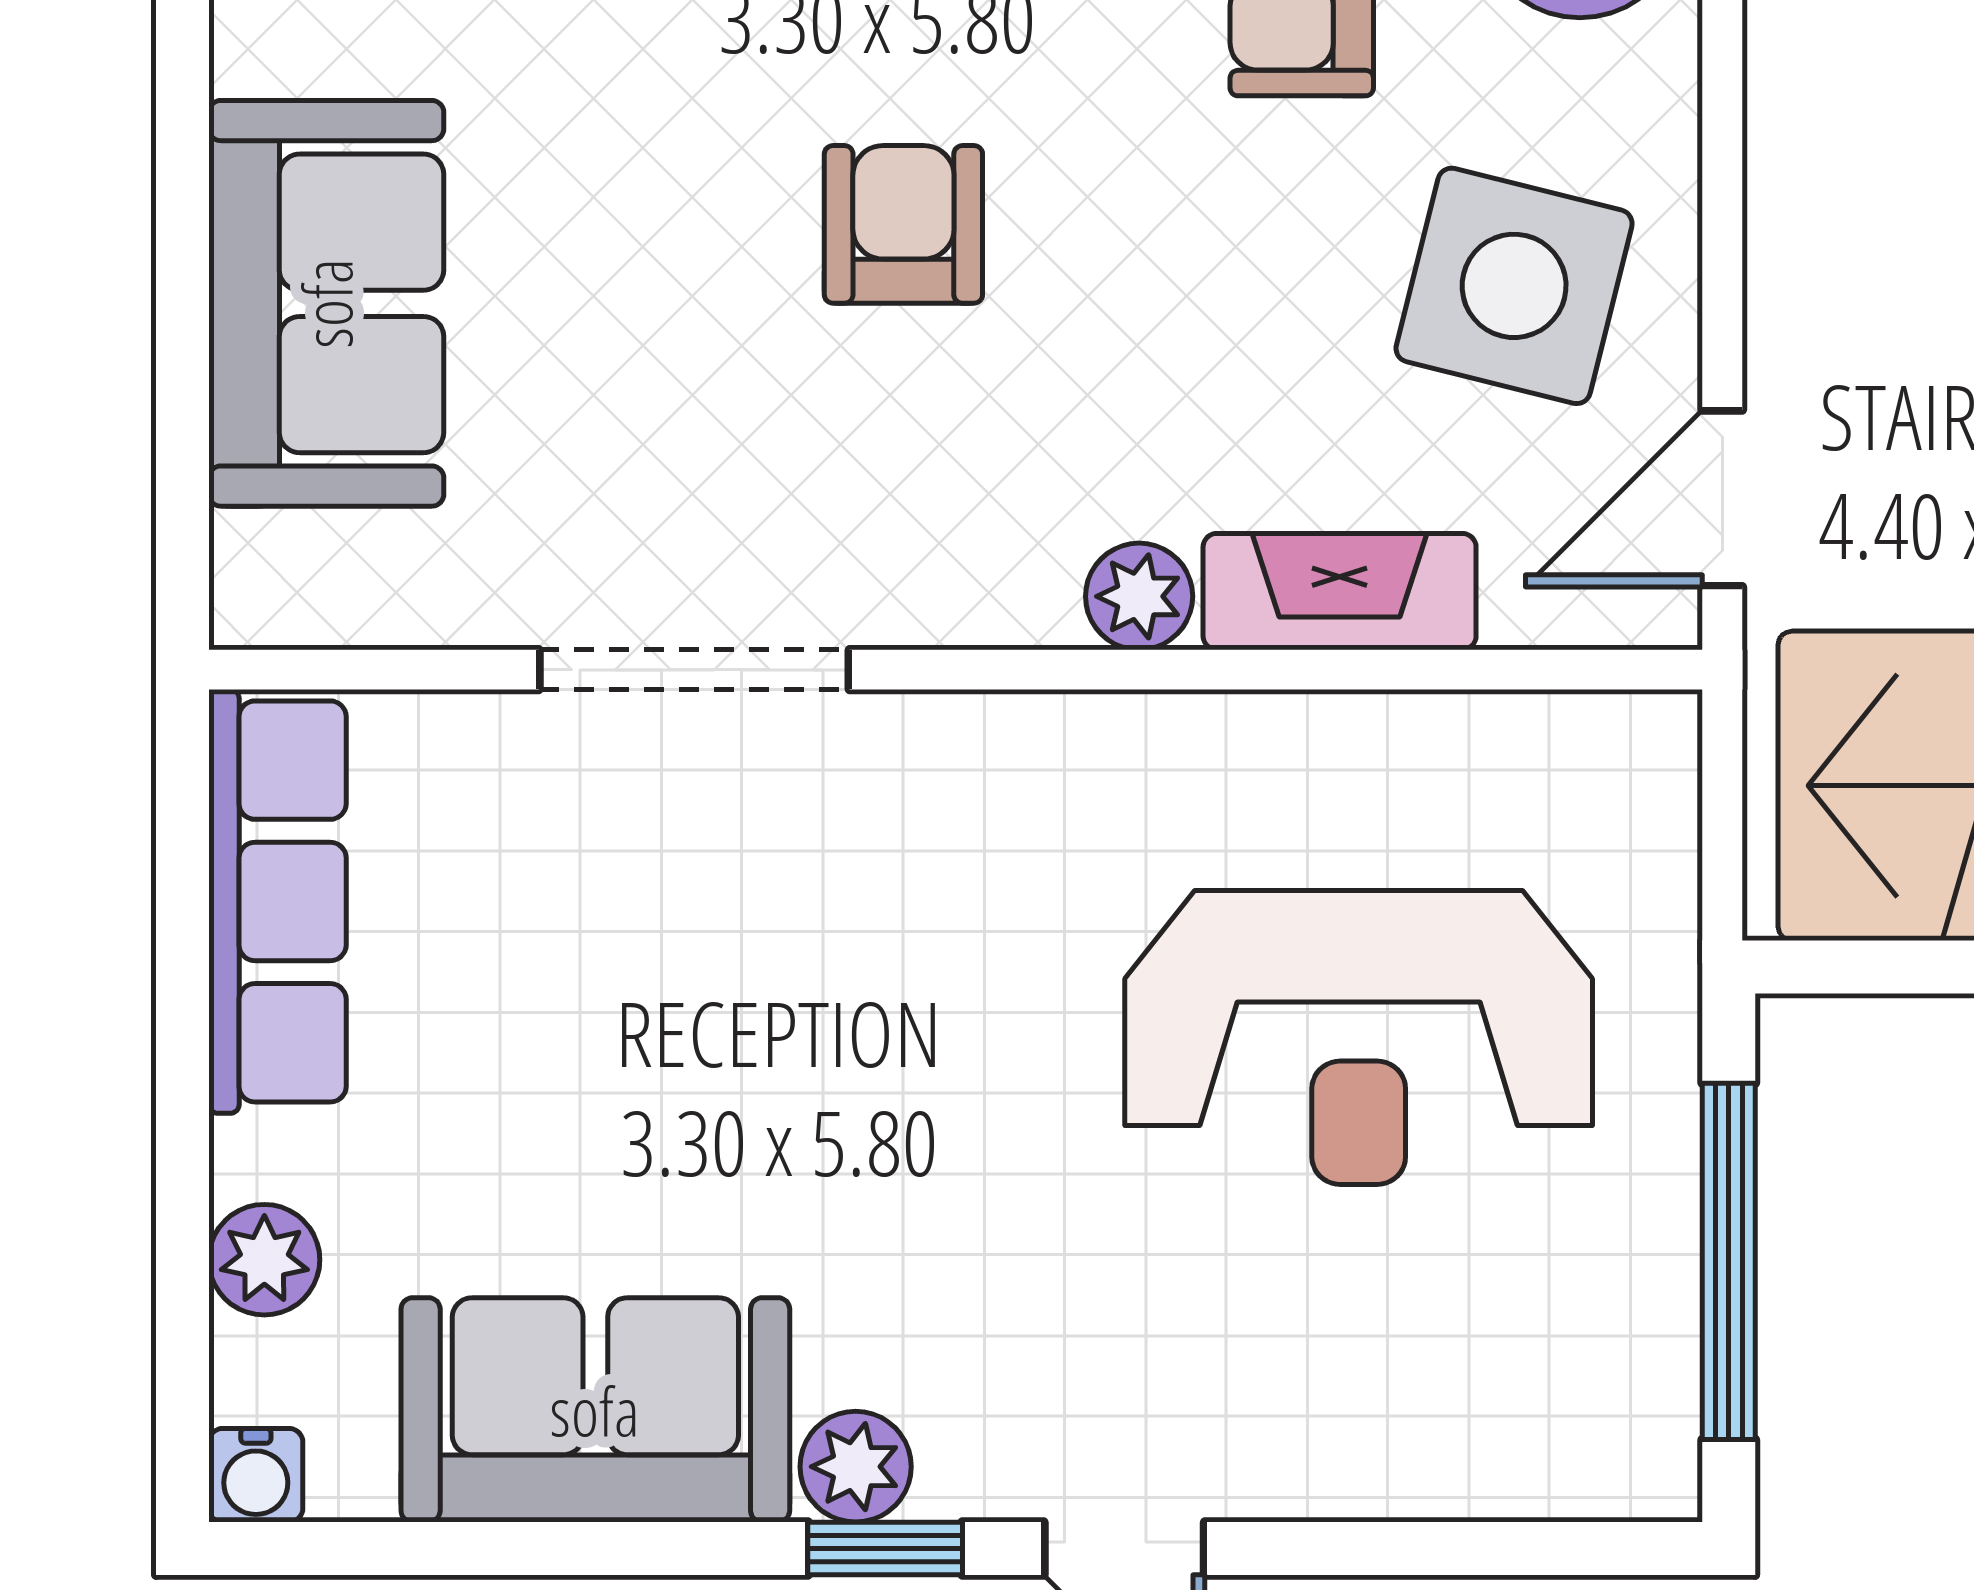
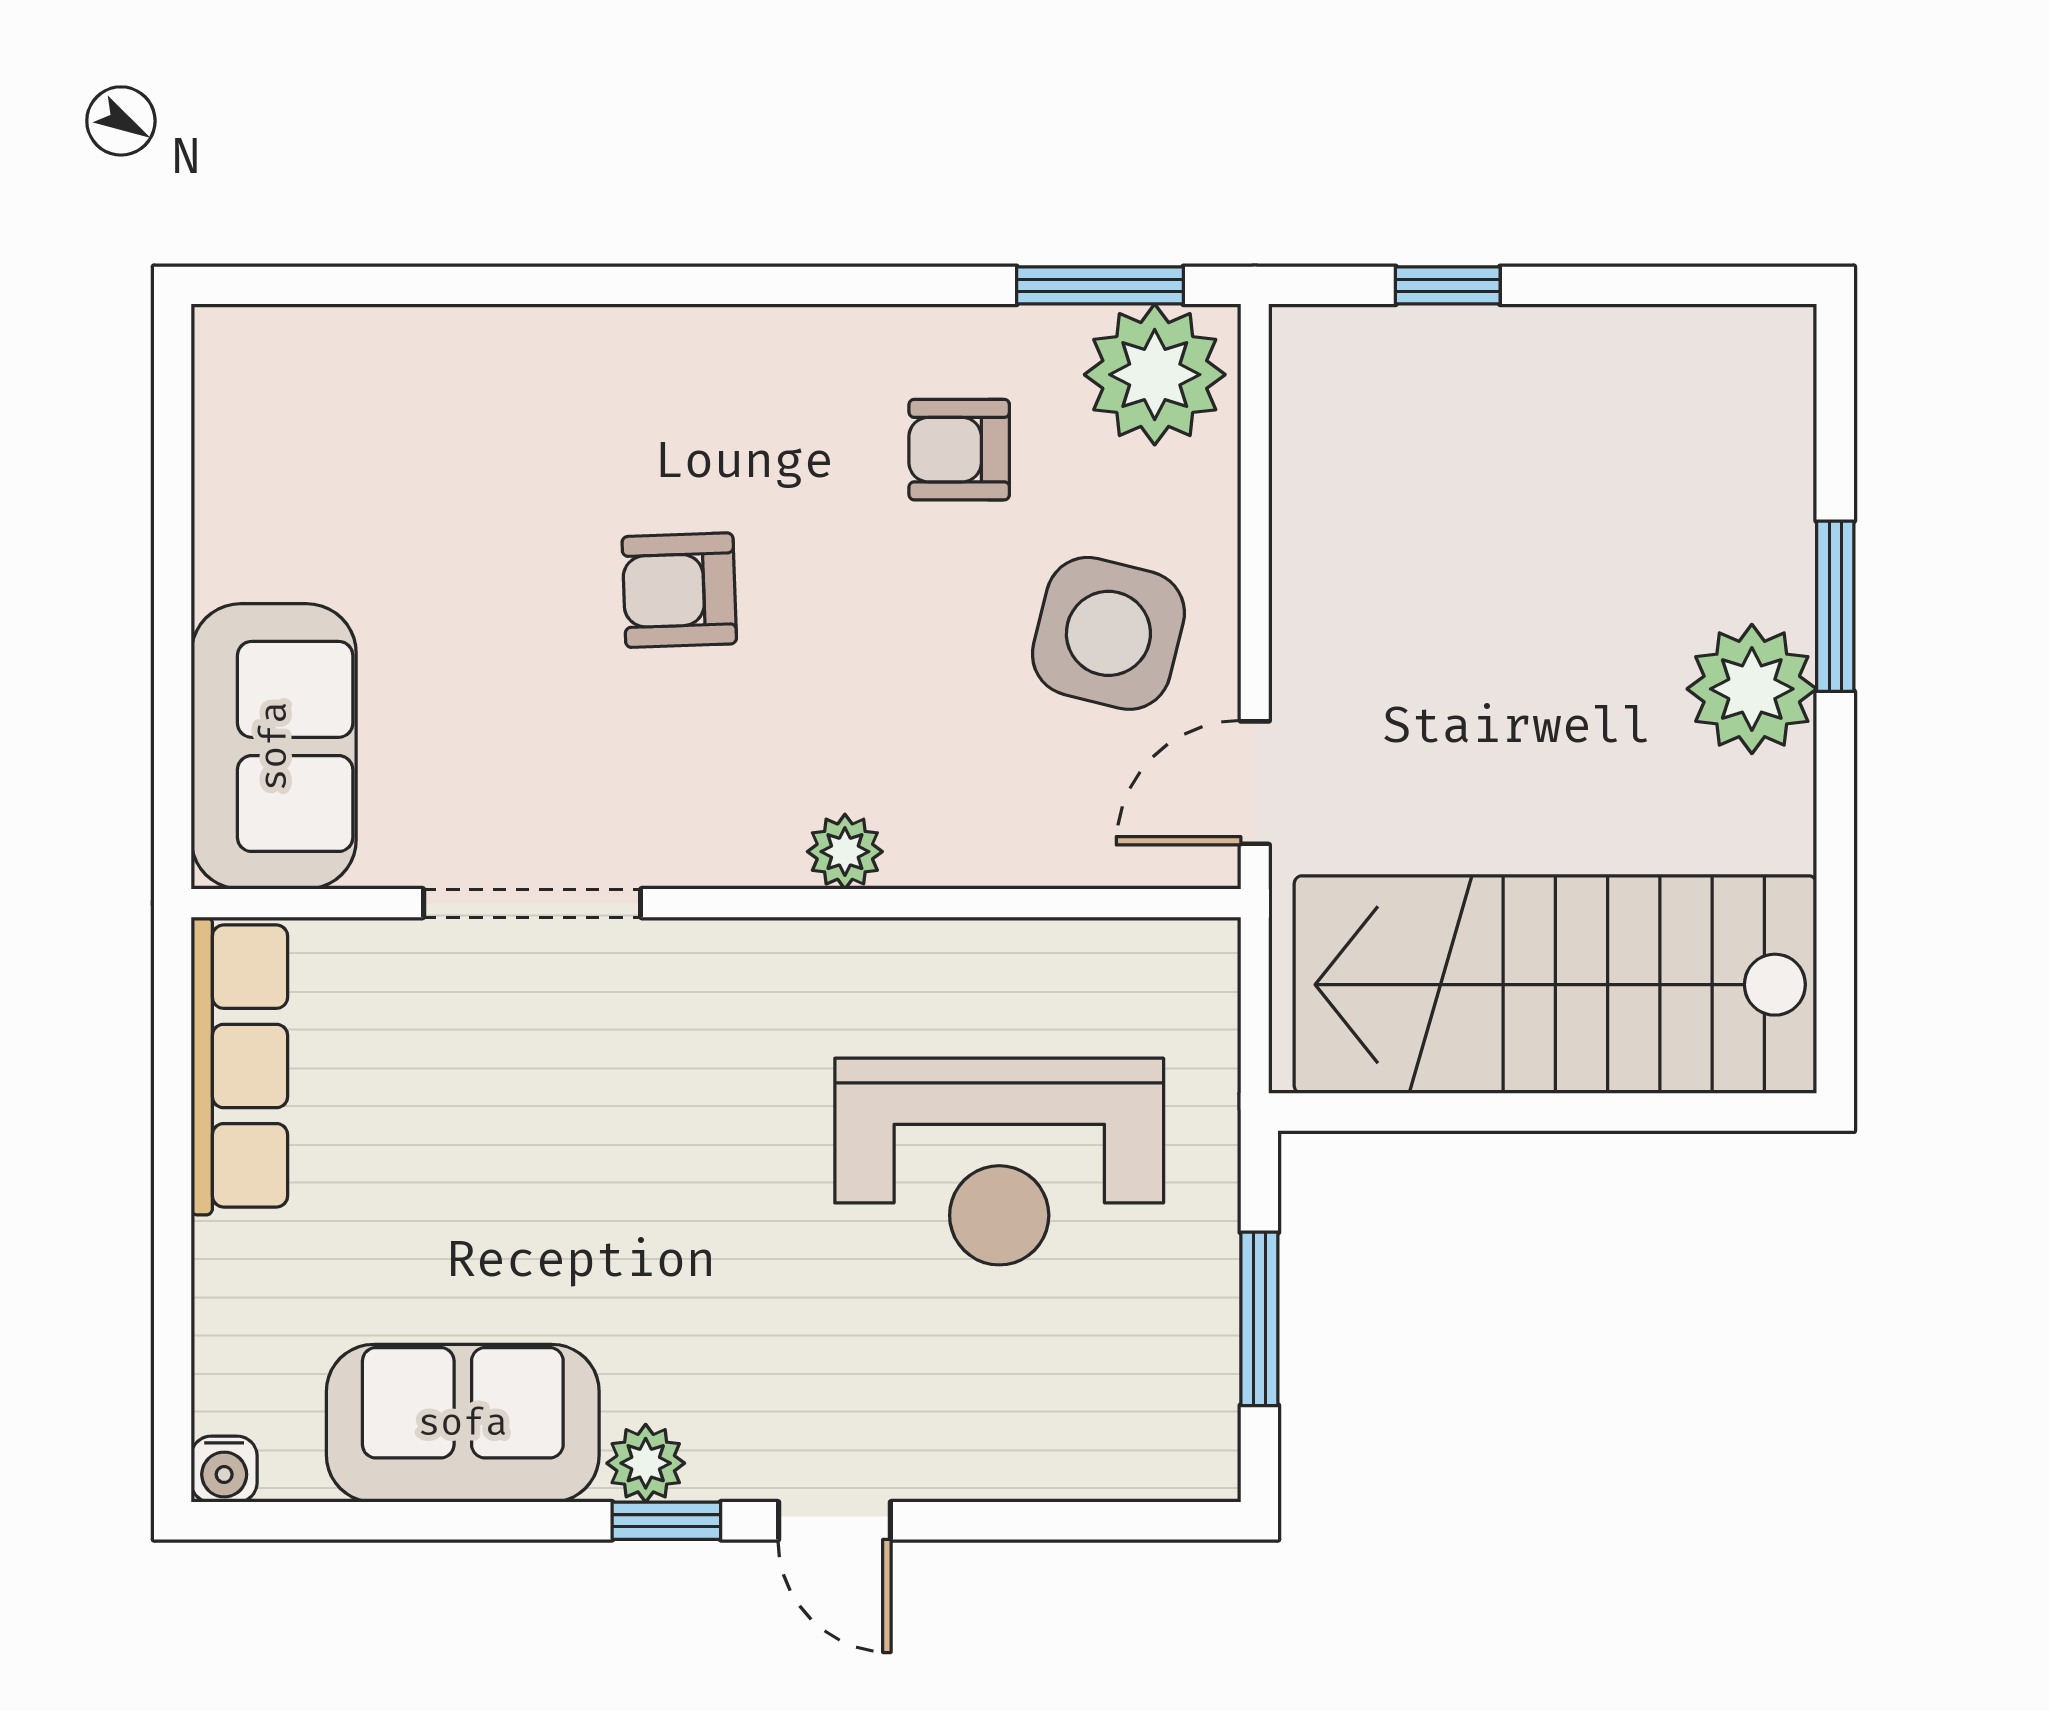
armchair: (903, 224) -> (679, 590), turned -92
sofa: (326, 303) -> (274, 746), moved
fireplace: (1340, 592) -> (986, 848), removed
plant: (264, 1260) -> (230, 1318), removed
window: (1729, 1261) -> (1259, 1319), width x0.69

